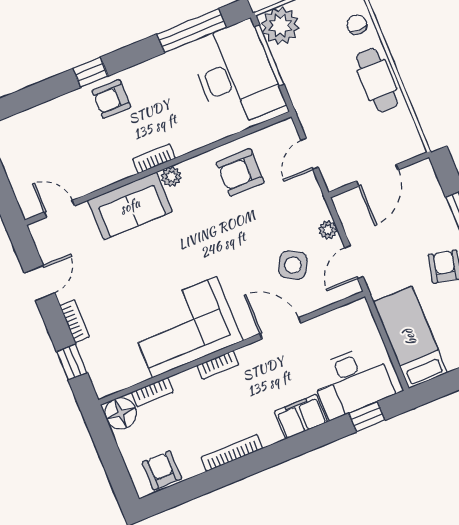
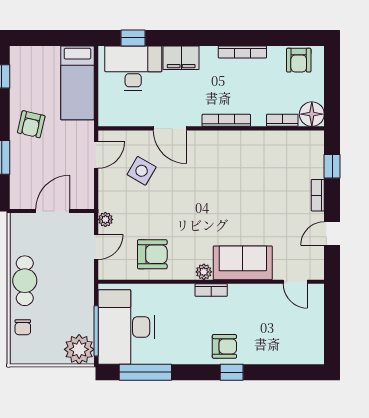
plant: (328, 230) -> (105, 219), moved
corner sofa: (185, 327) -> (239, 158), removed
bookcase: (218, 365) -> (226, 120), width x1.56

